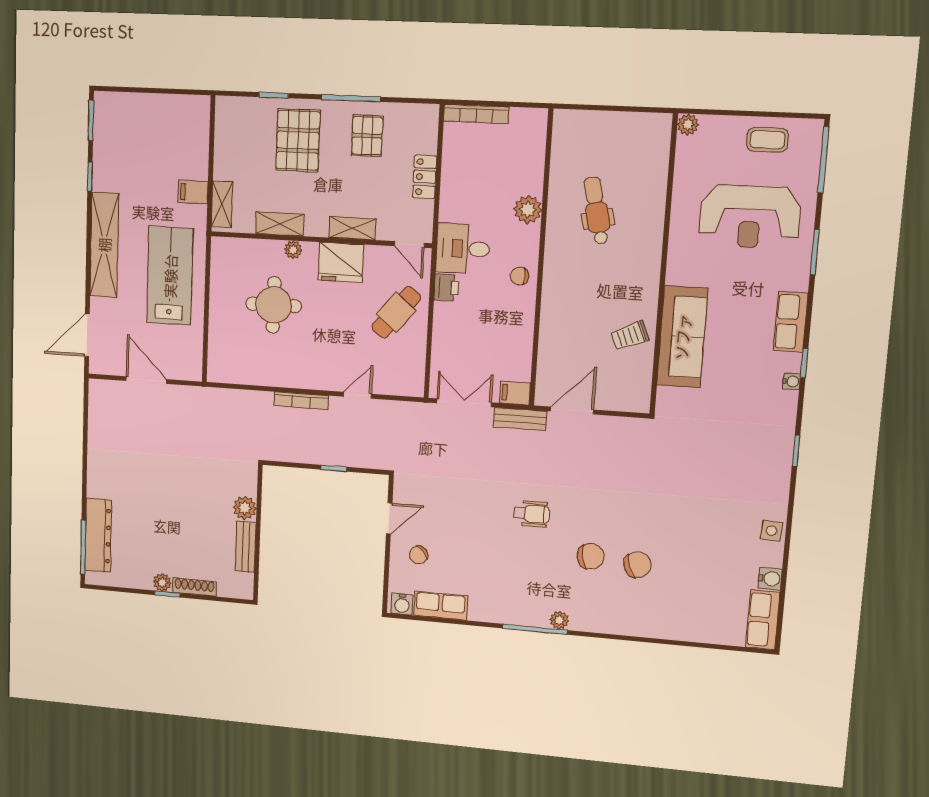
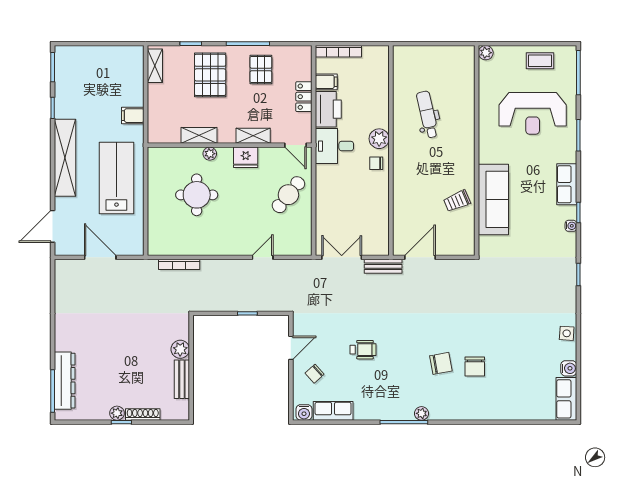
shelving: (222, 204) -> (155, 66), moved
plant: (528, 210) -> (379, 139), moved
fridge: (341, 262) -> (246, 157), width x0.73, depth x0.75
printer: (446, 288) -> (328, 109), moved, width x1.87, depth x1.48
filing cabinet: (515, 393) -> (326, 82), moved, turned 180
bookcase: (301, 401) -> (179, 264), moved
wheelchair: (532, 514) -> (363, 350), moved
chair: (637, 565) -> (475, 367), turned 110

